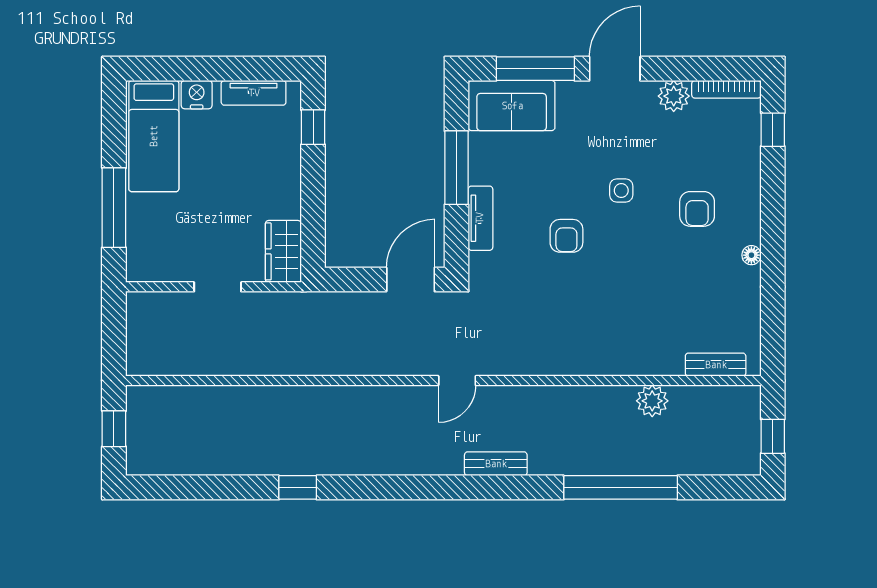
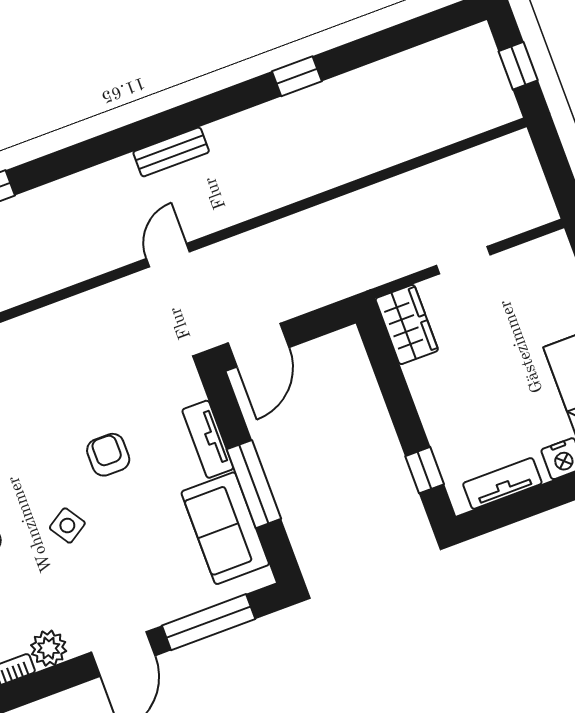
sofa: (512, 106) -> (225, 528), moved, turned -90
side table: (621, 190) -> (67, 525), turned -33
bench: (496, 464) -> (171, 152), moved

